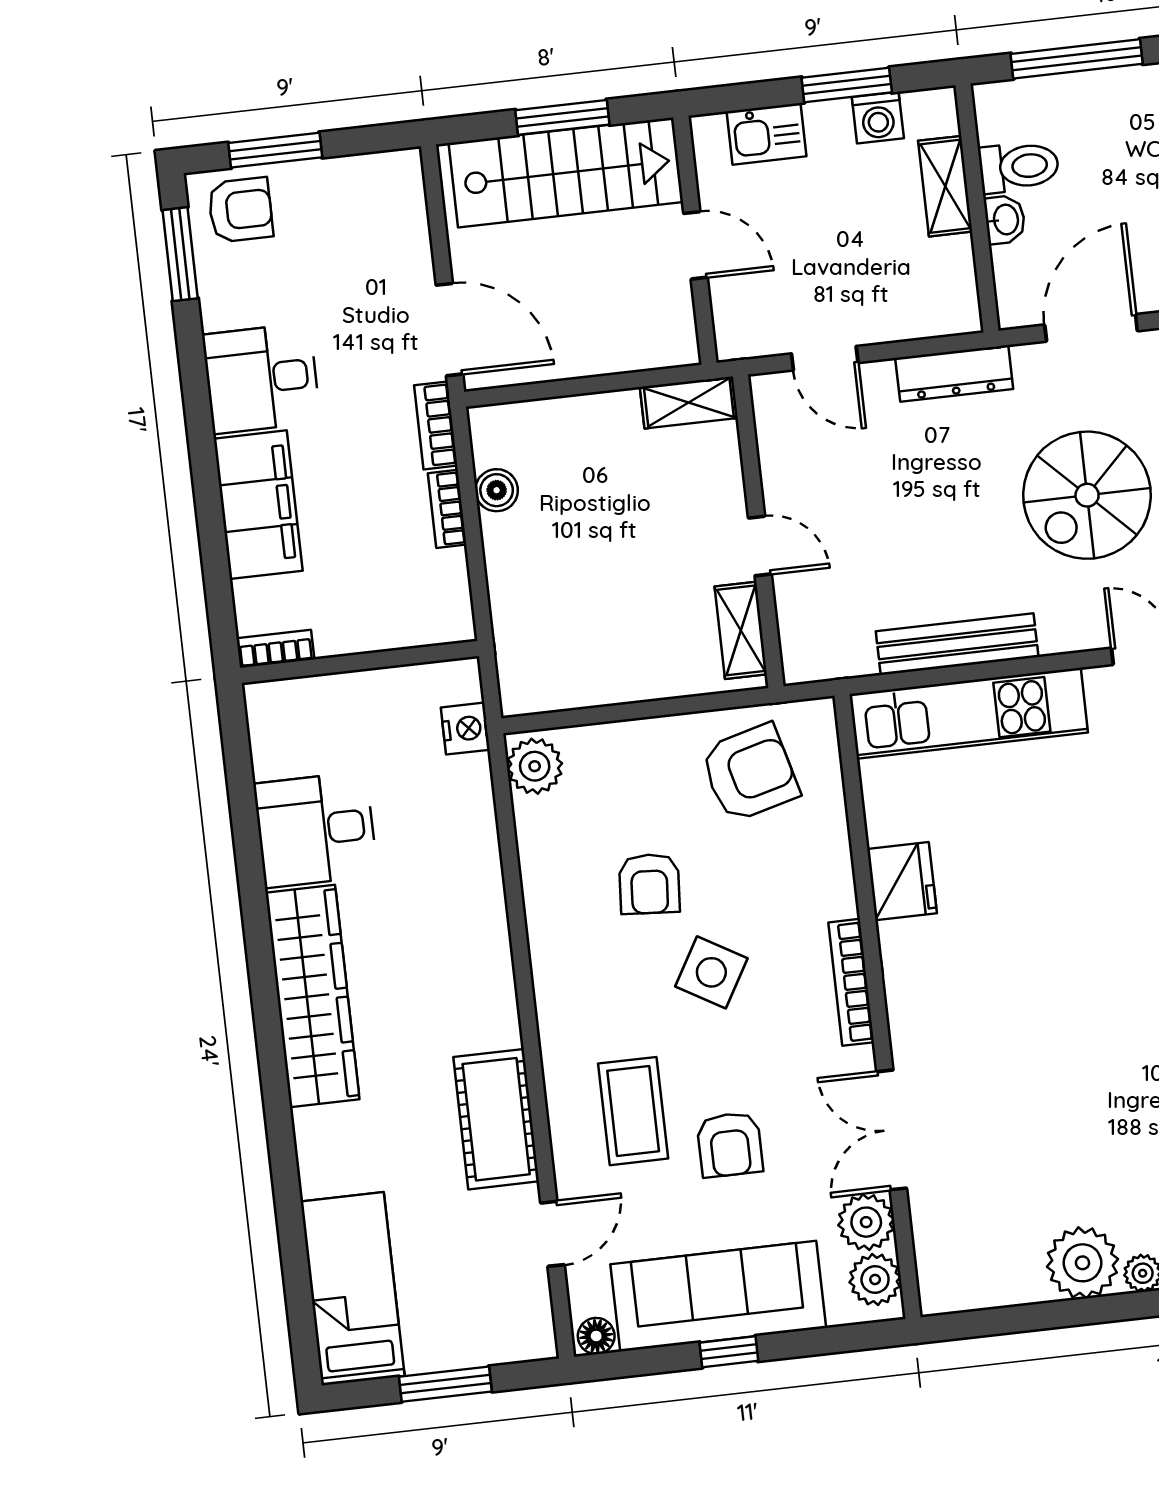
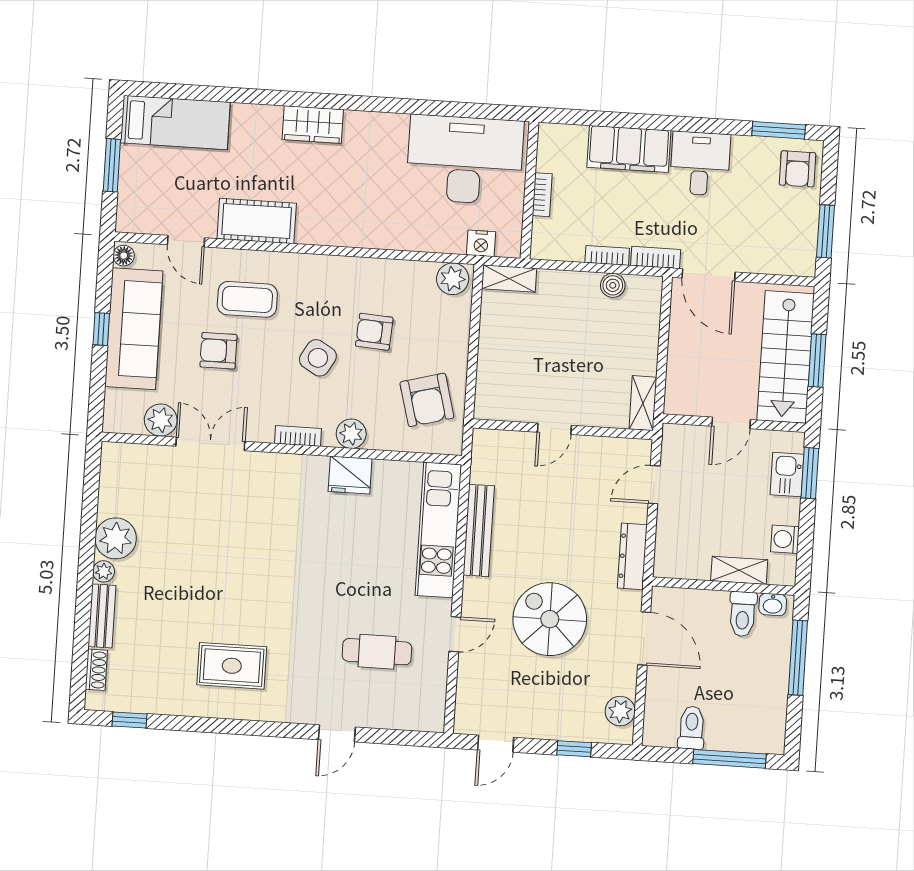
window: (847, 85) -> (810, 473), moved
window: (275, 150) -> (825, 231), moved
washbasin: (1005, 220) -> (773, 605), moved
door: (449, 330) -> (709, 275), hinge flipped
shelving: (741, 630) -> (509, 279), moved
bookcase: (275, 649) -> (542, 195), moved
desk: (316, 830) -> (465, 160), width x1.87, depth x1.30
bookcase: (851, 982) -> (298, 436), width x0.64
wardrobe: (312, 996) -> (313, 124), width x0.48, depth x0.85
plant: (875, 1279) -> (351, 434), moved

